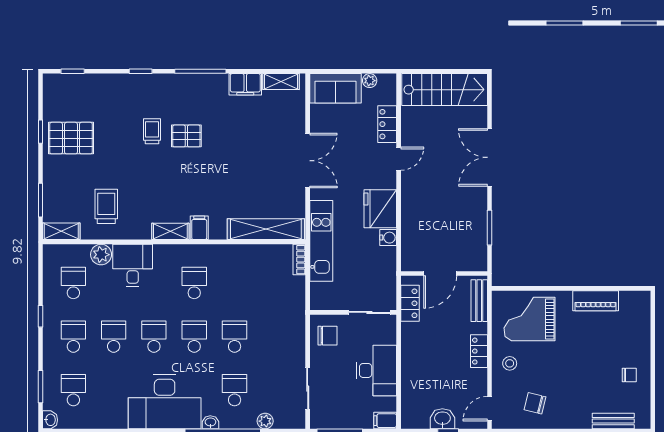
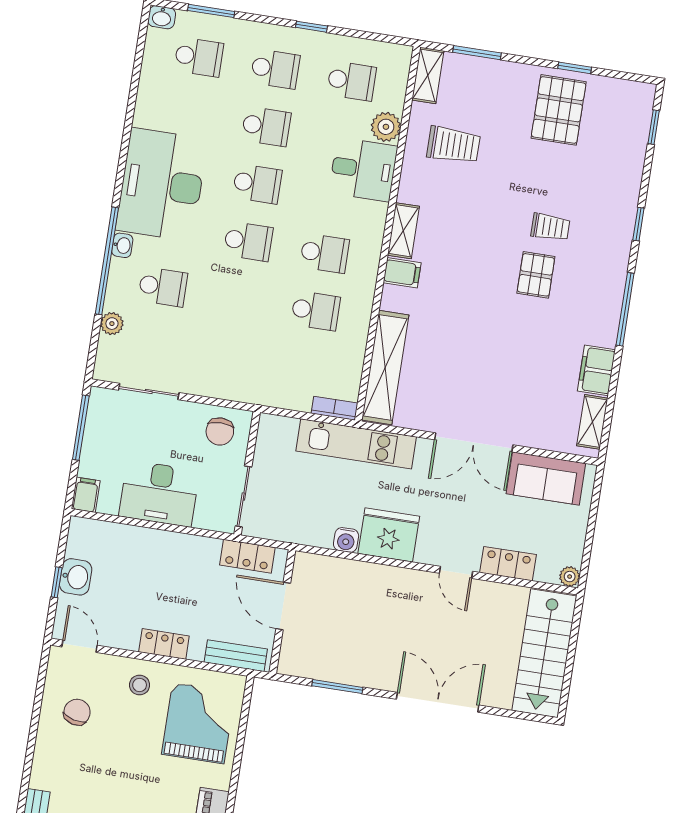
plant: (370, 81) -> (570, 577), moved
sofa: (335, 88) -> (546, 478), moved, turned -90
school desk: (235, 337) -> (316, 311), moved

